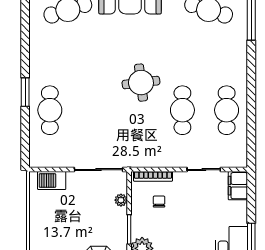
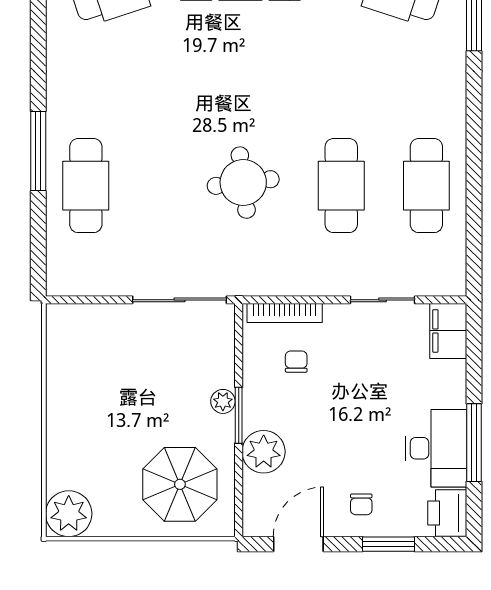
round table: (141, 83) -> (243, 183), moved
window: (25, 92) -> (38, 151), width x1.44
barbecue: (52, 181) -> (89, 321), removed
plant: (121, 200) -> (223, 401), moved

